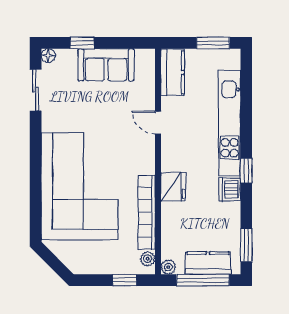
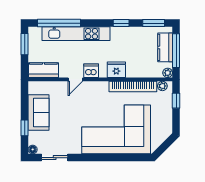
window: (246, 97) -> (59, 23), added
window: (246, 171) -> (121, 23), moved
dishwasher: (230, 189) -> (91, 71), moved, turned 180

